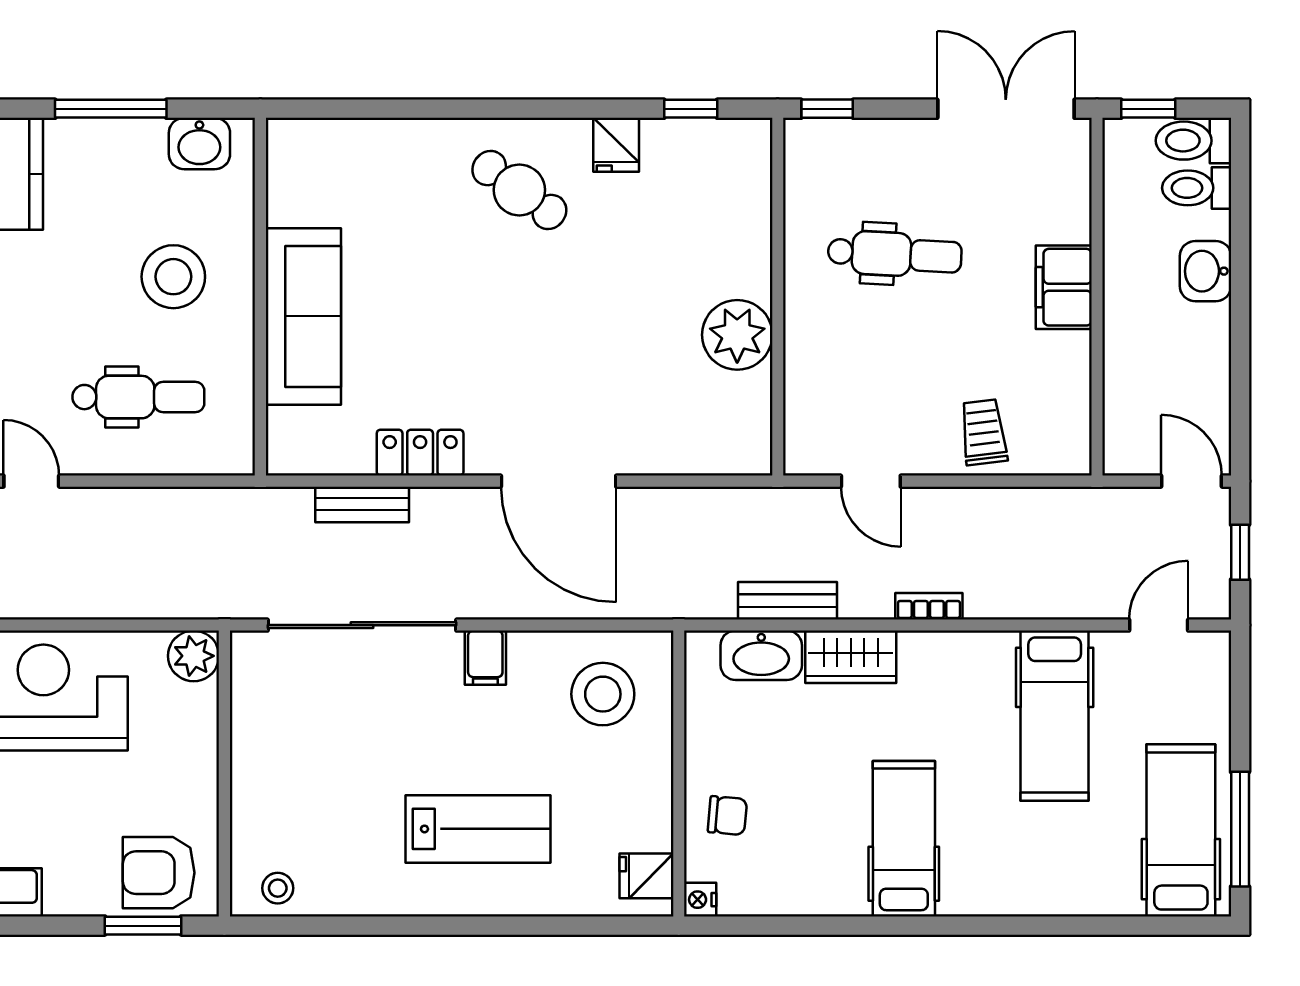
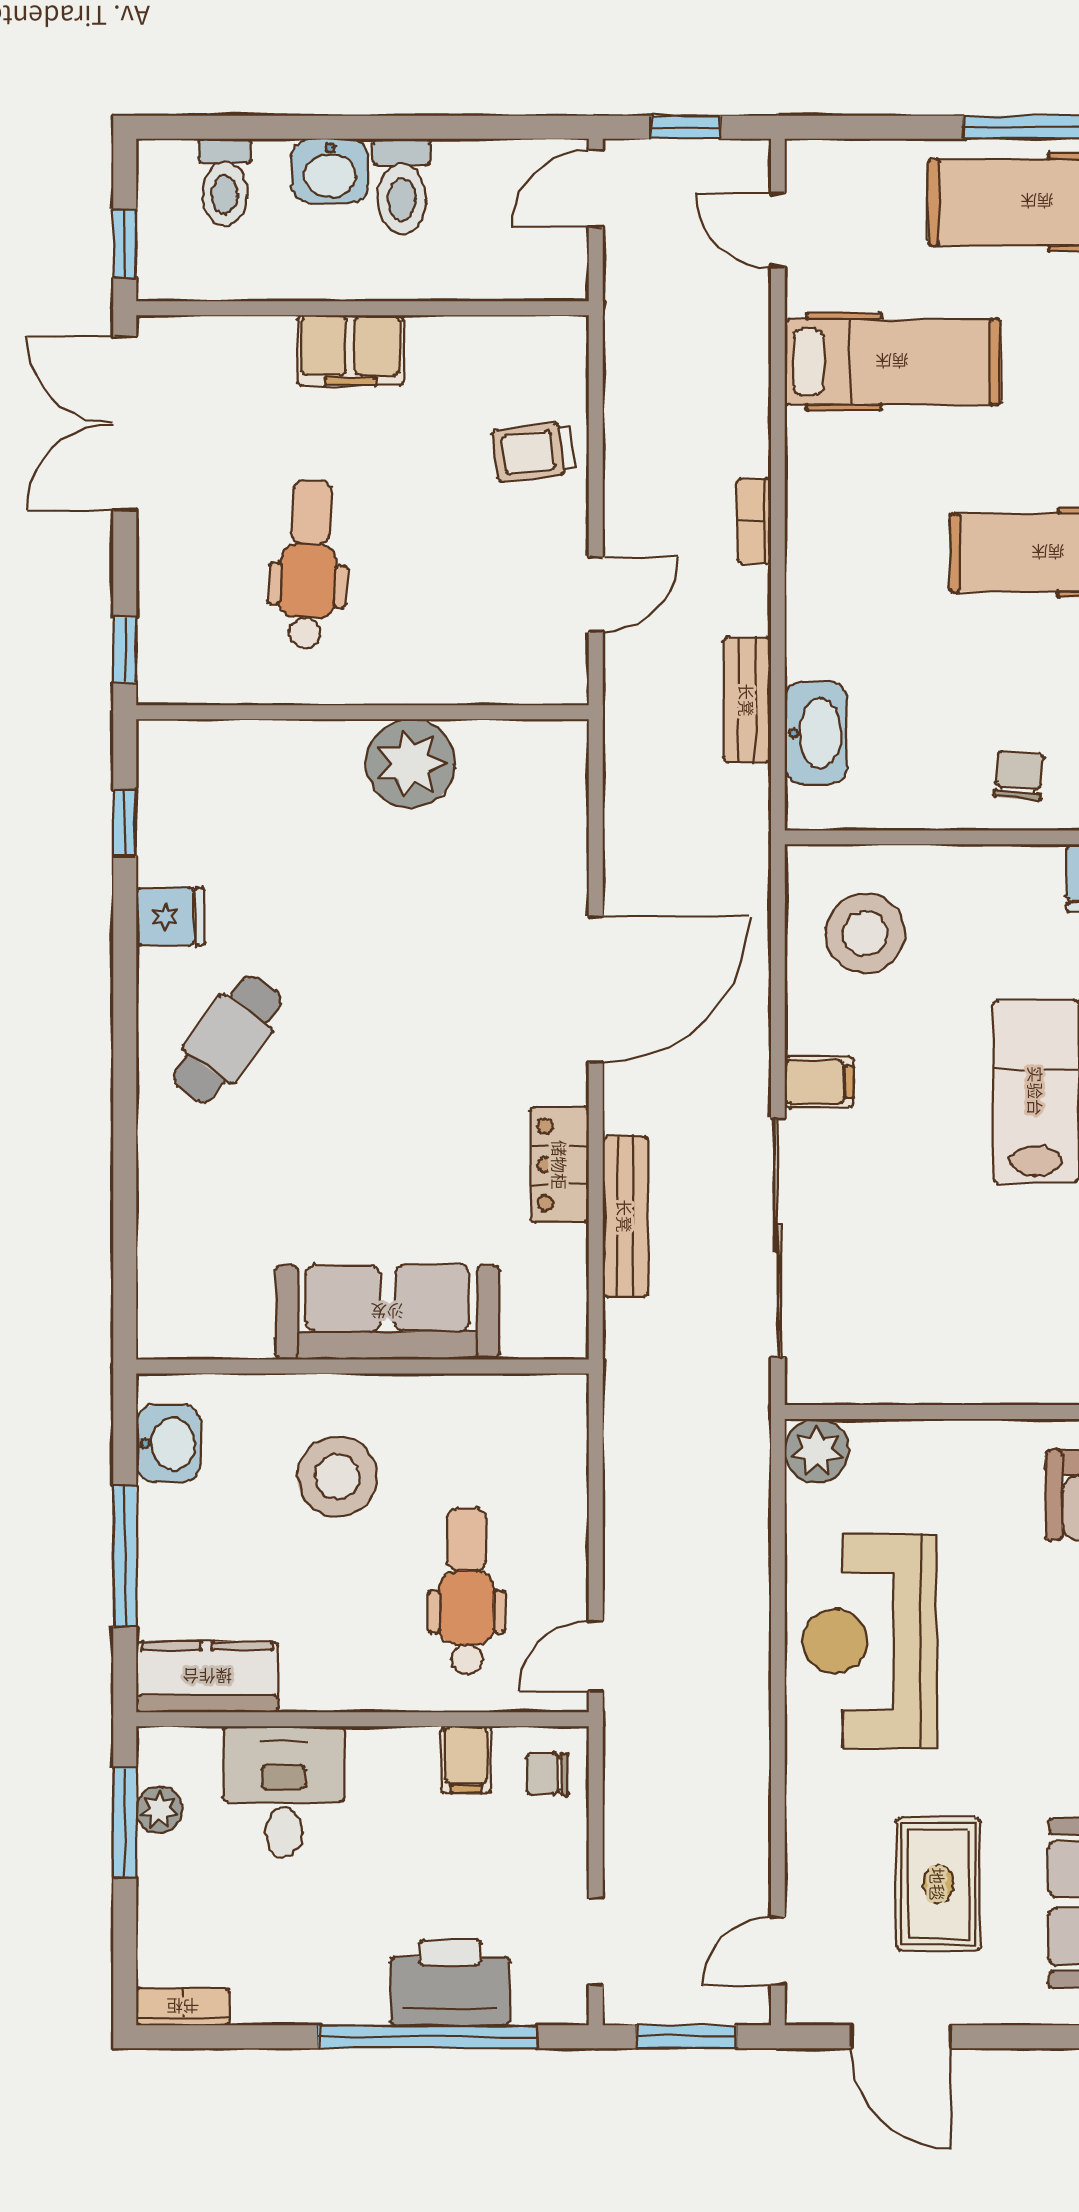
toilet: (1193, 141) -> (402, 186), moved
dental chair: (138, 397) -> (467, 1591), moved
bench: (362, 504) -> (625, 1216), width x1.36
wardrobe: (851, 657) -> (818, 620), removed

